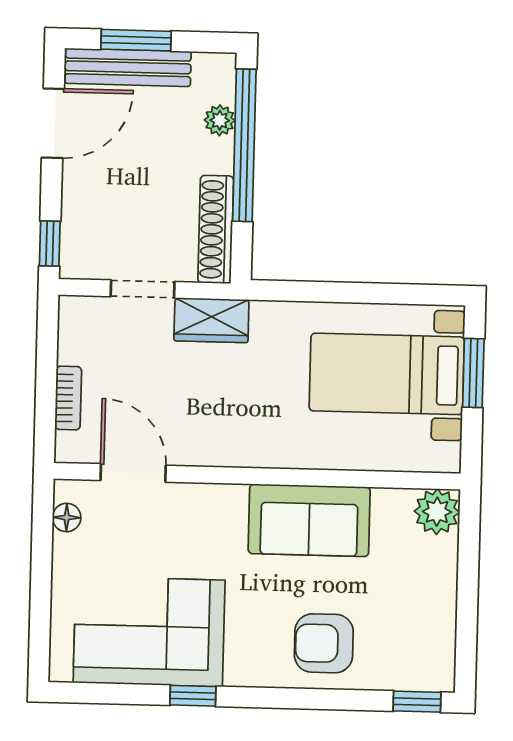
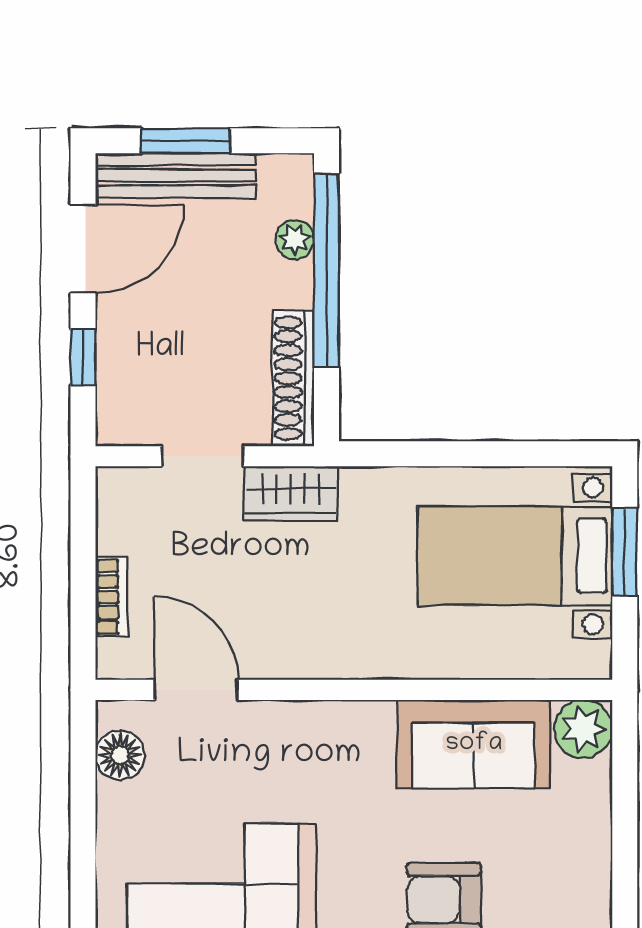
window: (50, 244) -> (83, 357), moved
floor lamp: (67, 518) -> (120, 755), width x1.37, depth x1.37
sofa: (309, 520) -> (474, 744), moved

